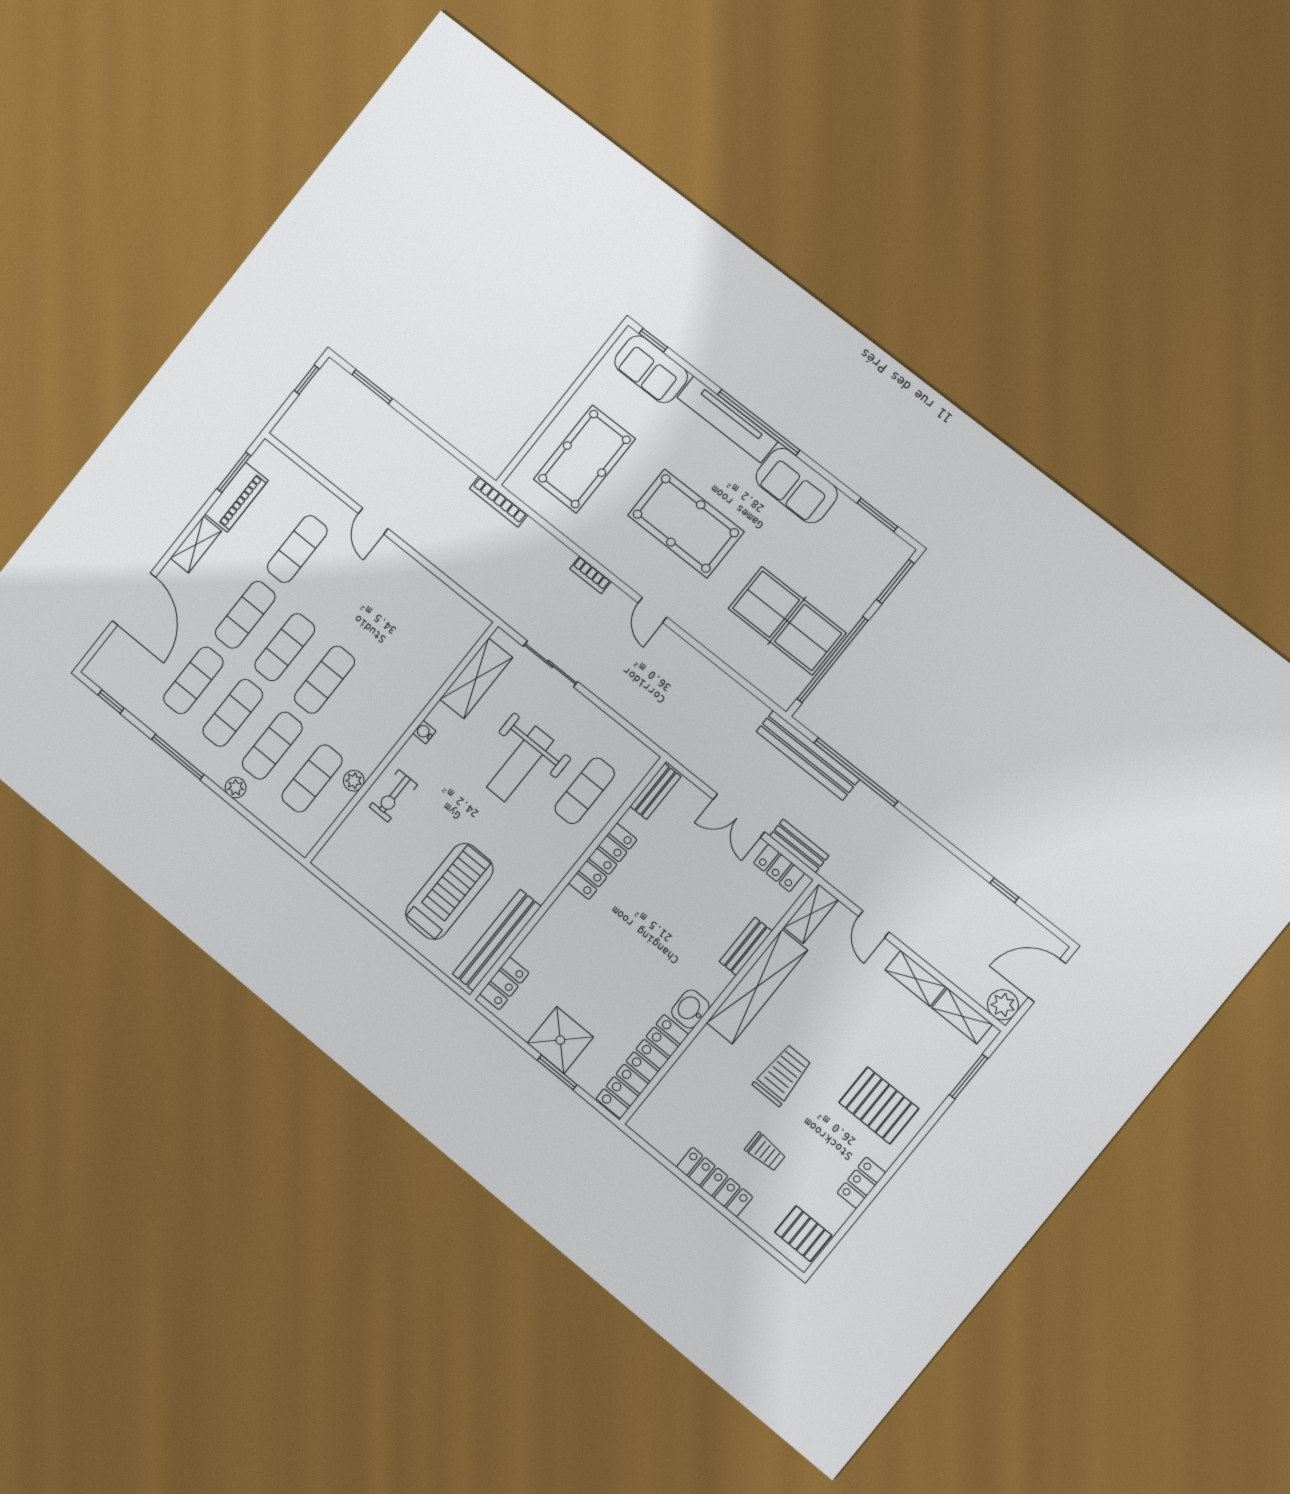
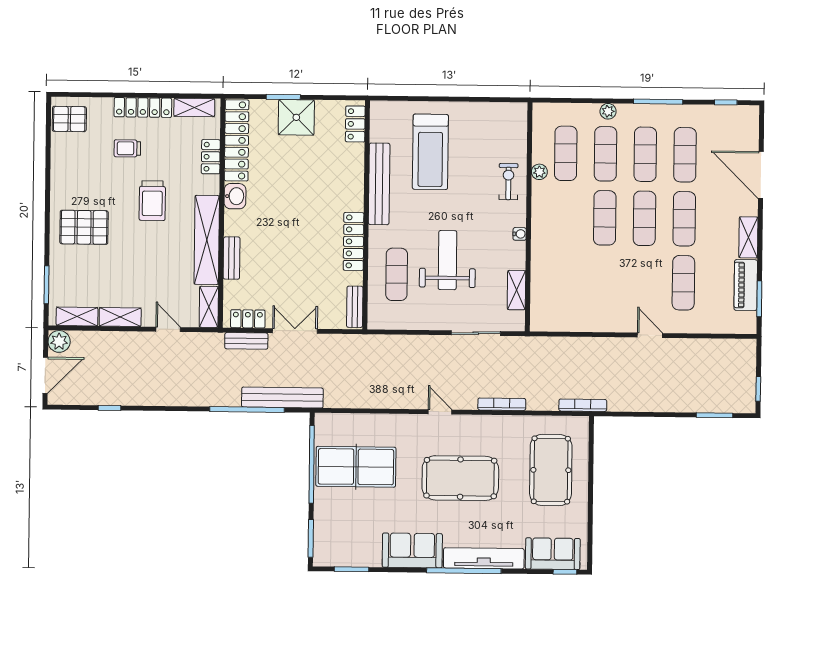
bookcase: (590, 575) -> (502, 404), width x1.56
shelving: (476, 678) -> (516, 290), width x0.67, depth x0.75
bench: (497, 940) -> (379, 184), moved
shelving: (660, 1138) -> (194, 107), added
locker: (861, 1183) -> (211, 157), moved, turned 180

